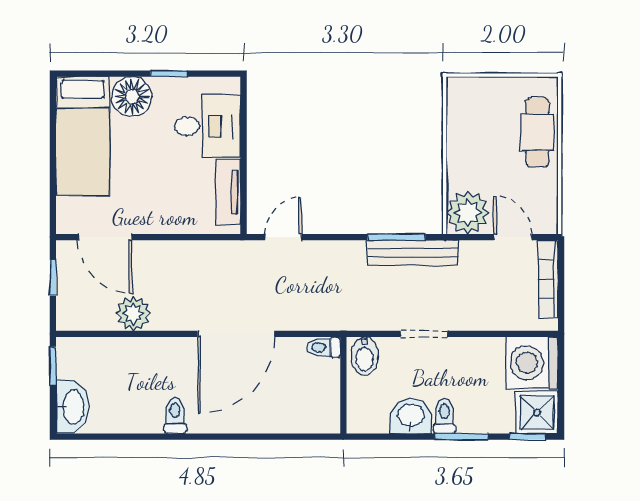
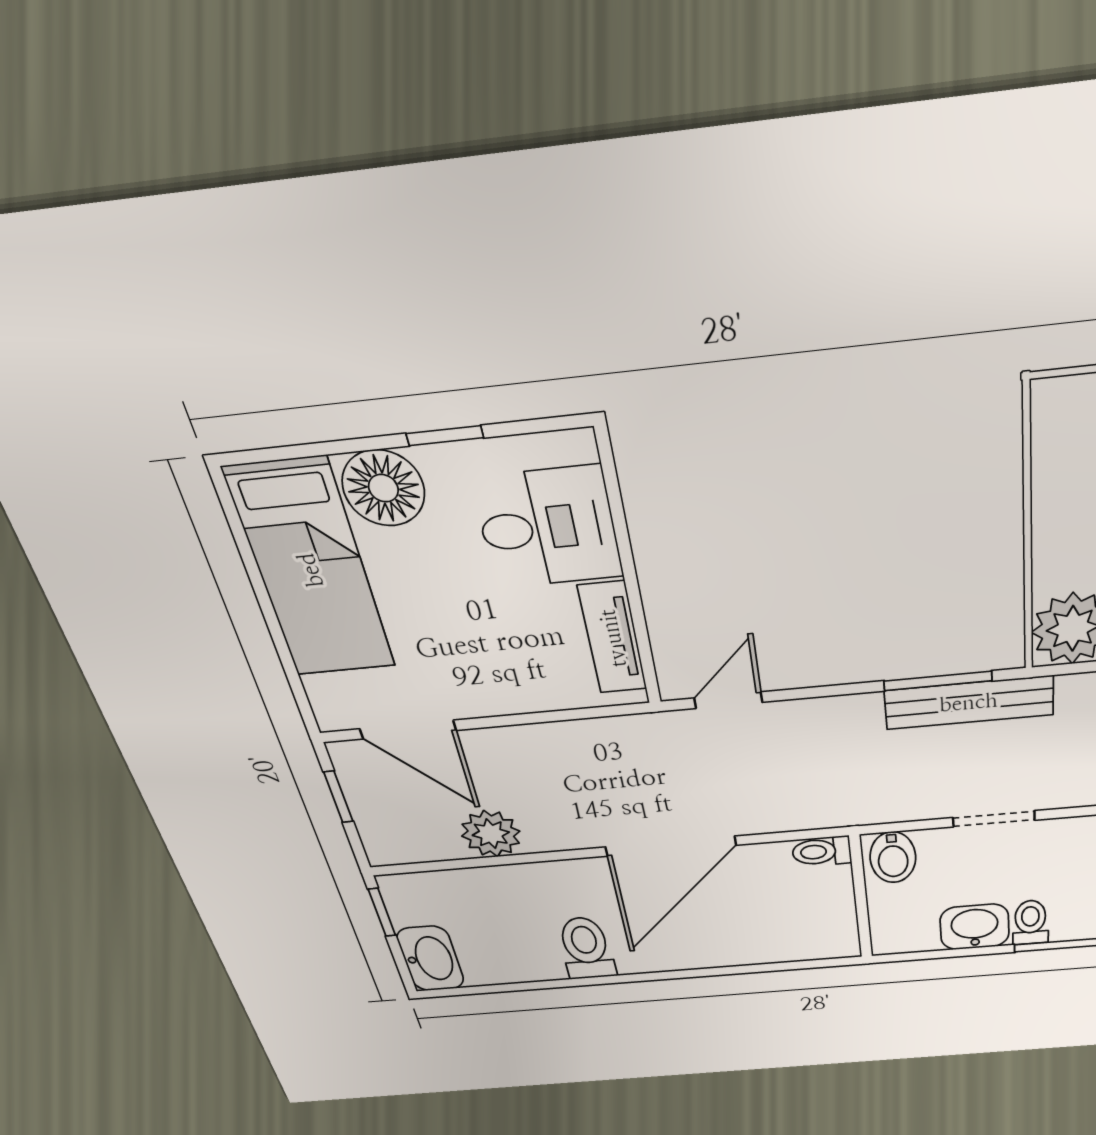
toilet: (175, 415) -> (586, 948), width x1.37, depth x1.39

